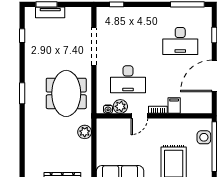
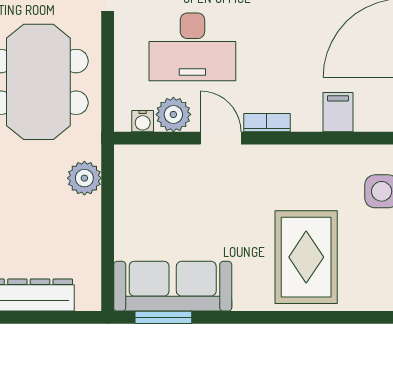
filing cabinet: (174, 106) -> (338, 112), moved
door: (139, 116) -> (221, 138), swing flipped

